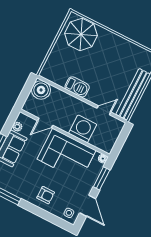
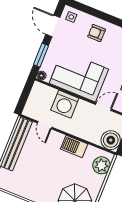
plant: (52, 66) -> (102, 165), added
door: (104, 110) -> (45, 125), hinge flipped

